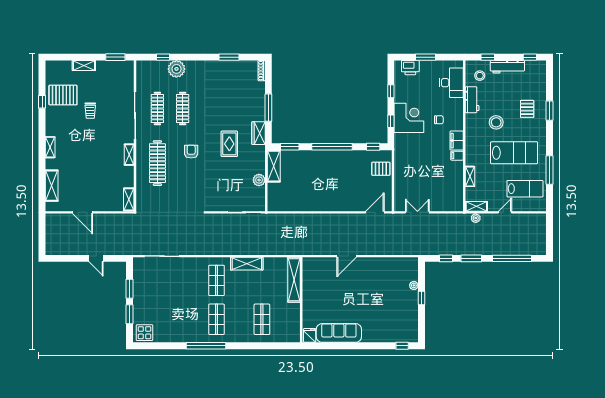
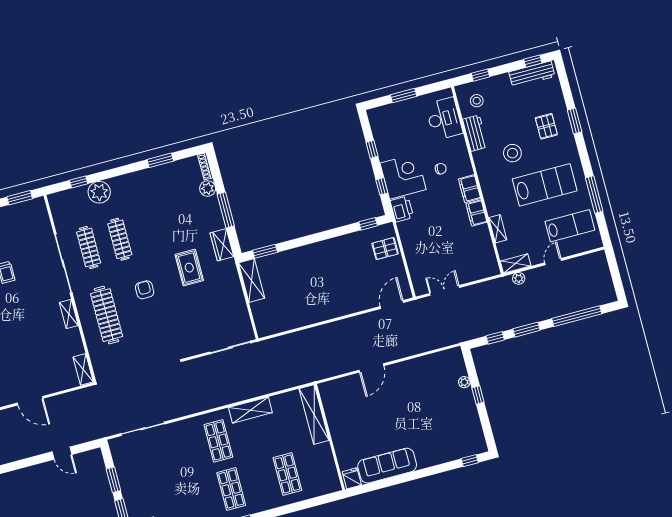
workbench: (507, 67) -> (532, 74), moved
printer: (410, 68) -> (402, 209), moved, turned -90
window: (332, 147) -> (317, 237), removed
filing cabinet: (457, 156) -> (476, 213), width x2.00
plant: (259, 180) -> (208, 189), moved

